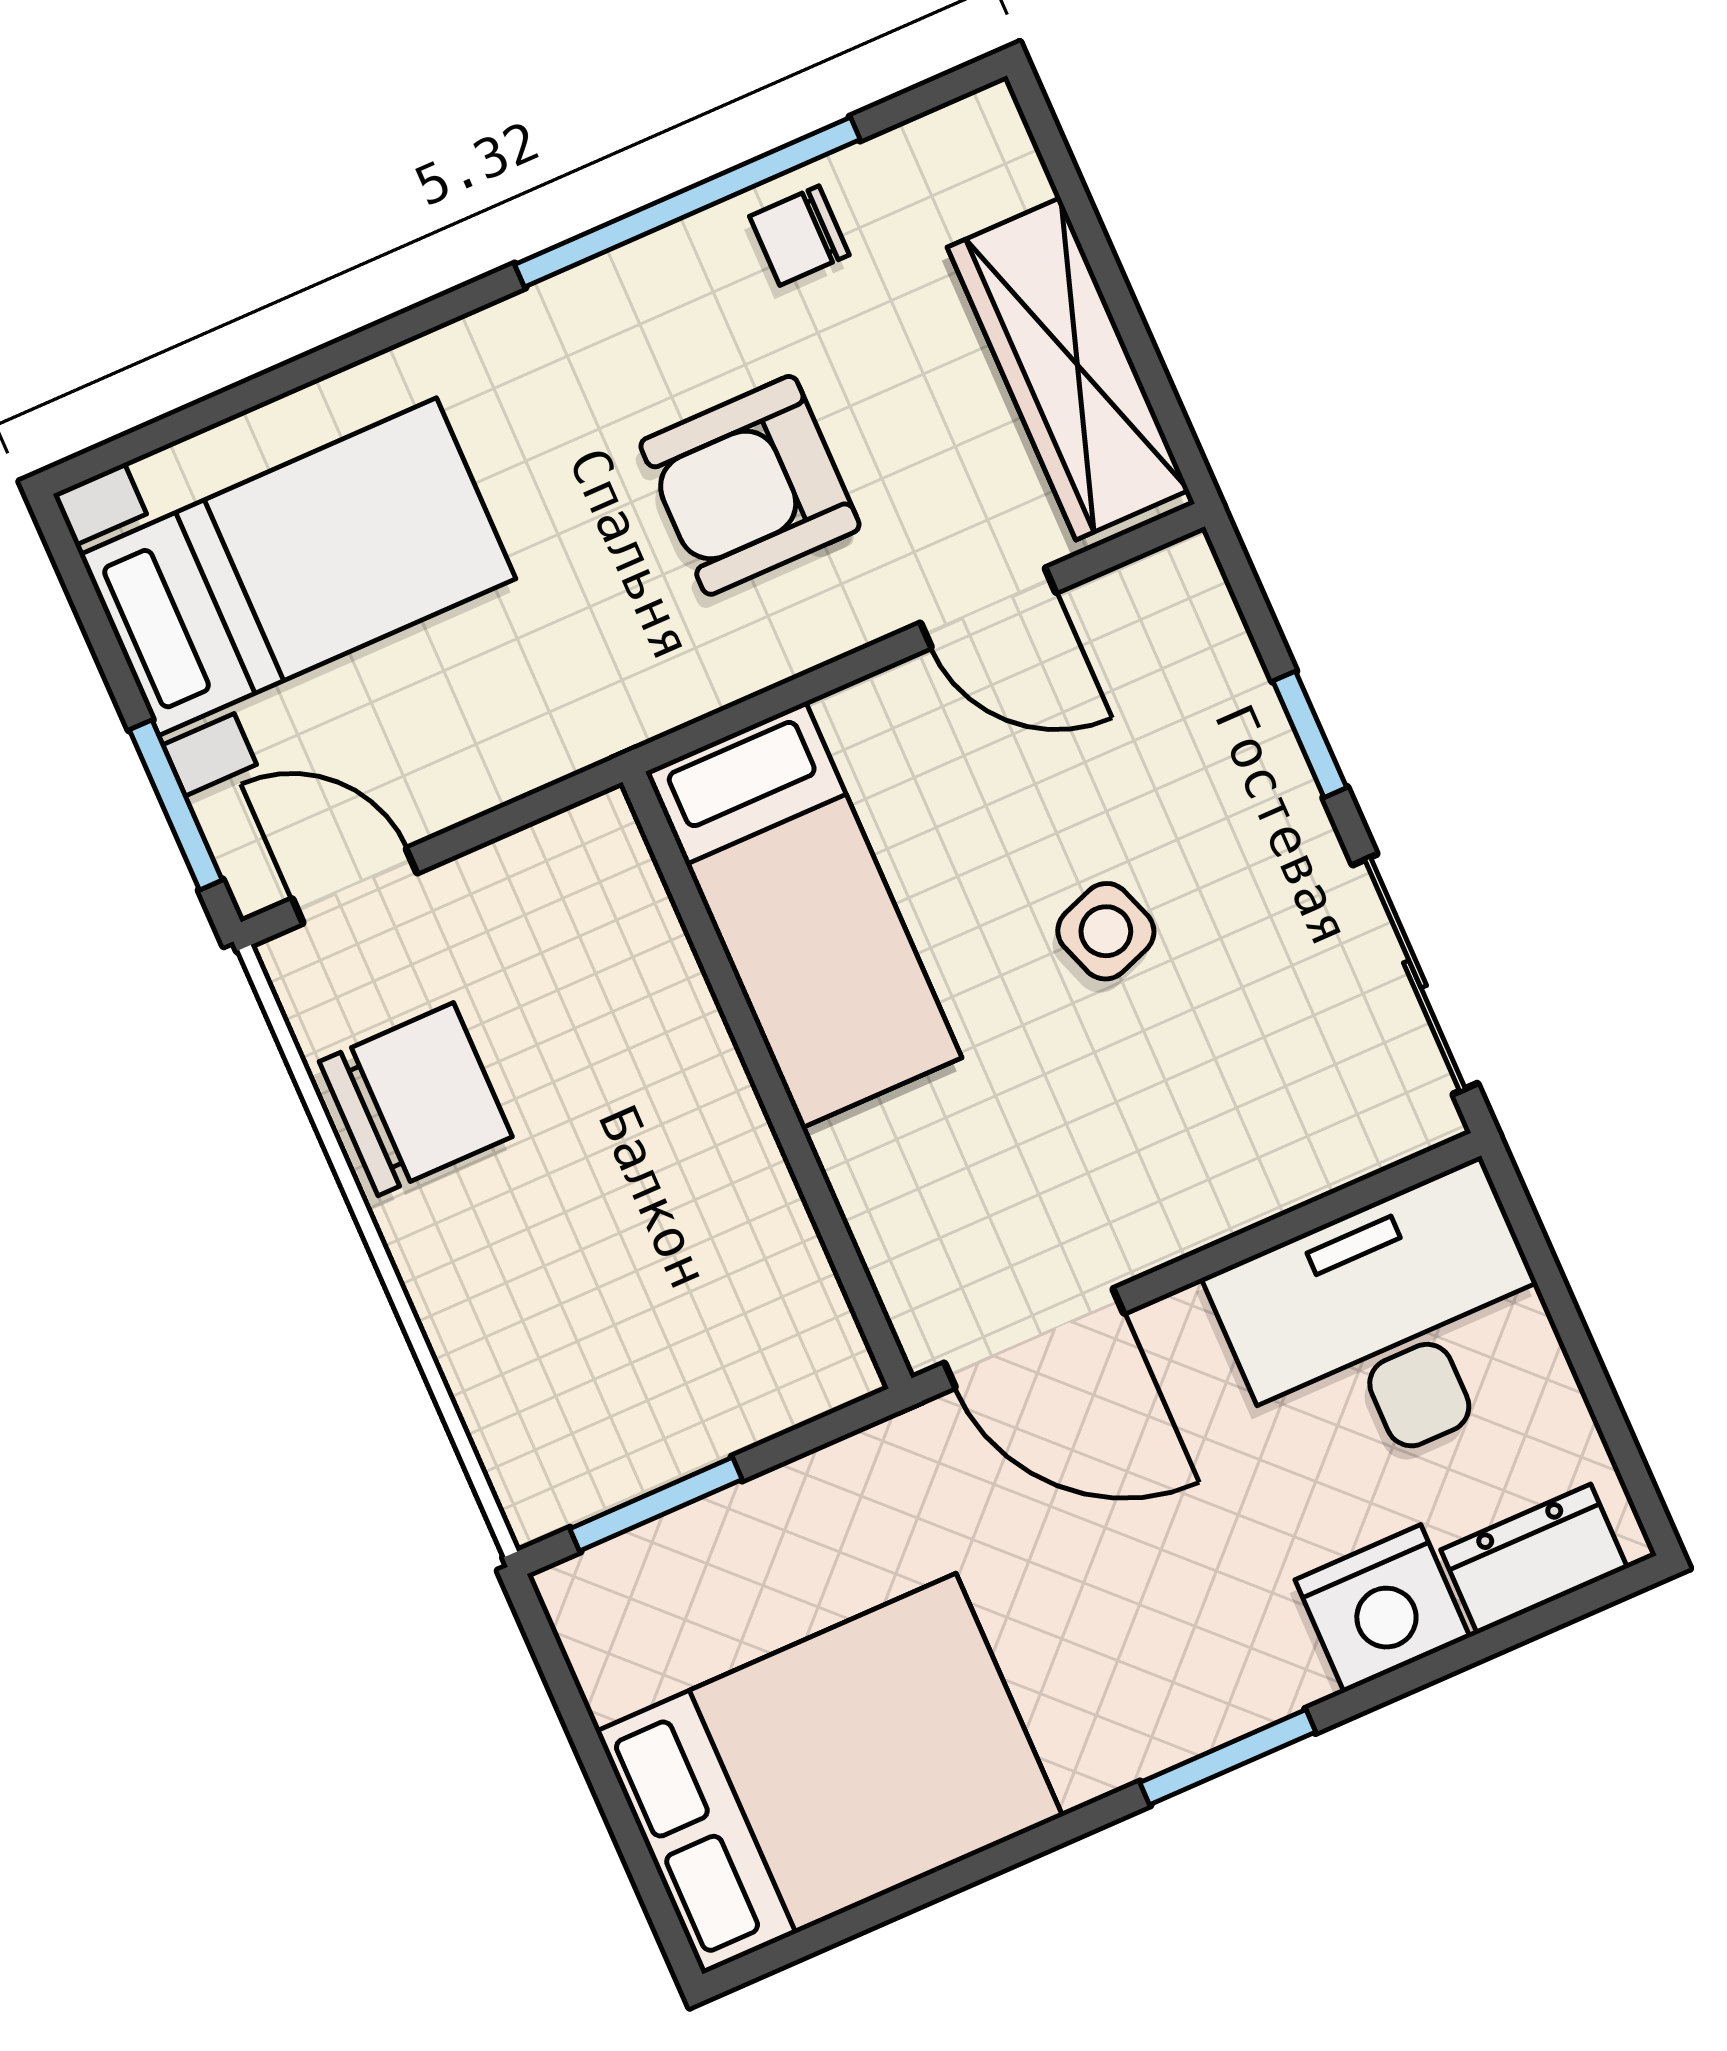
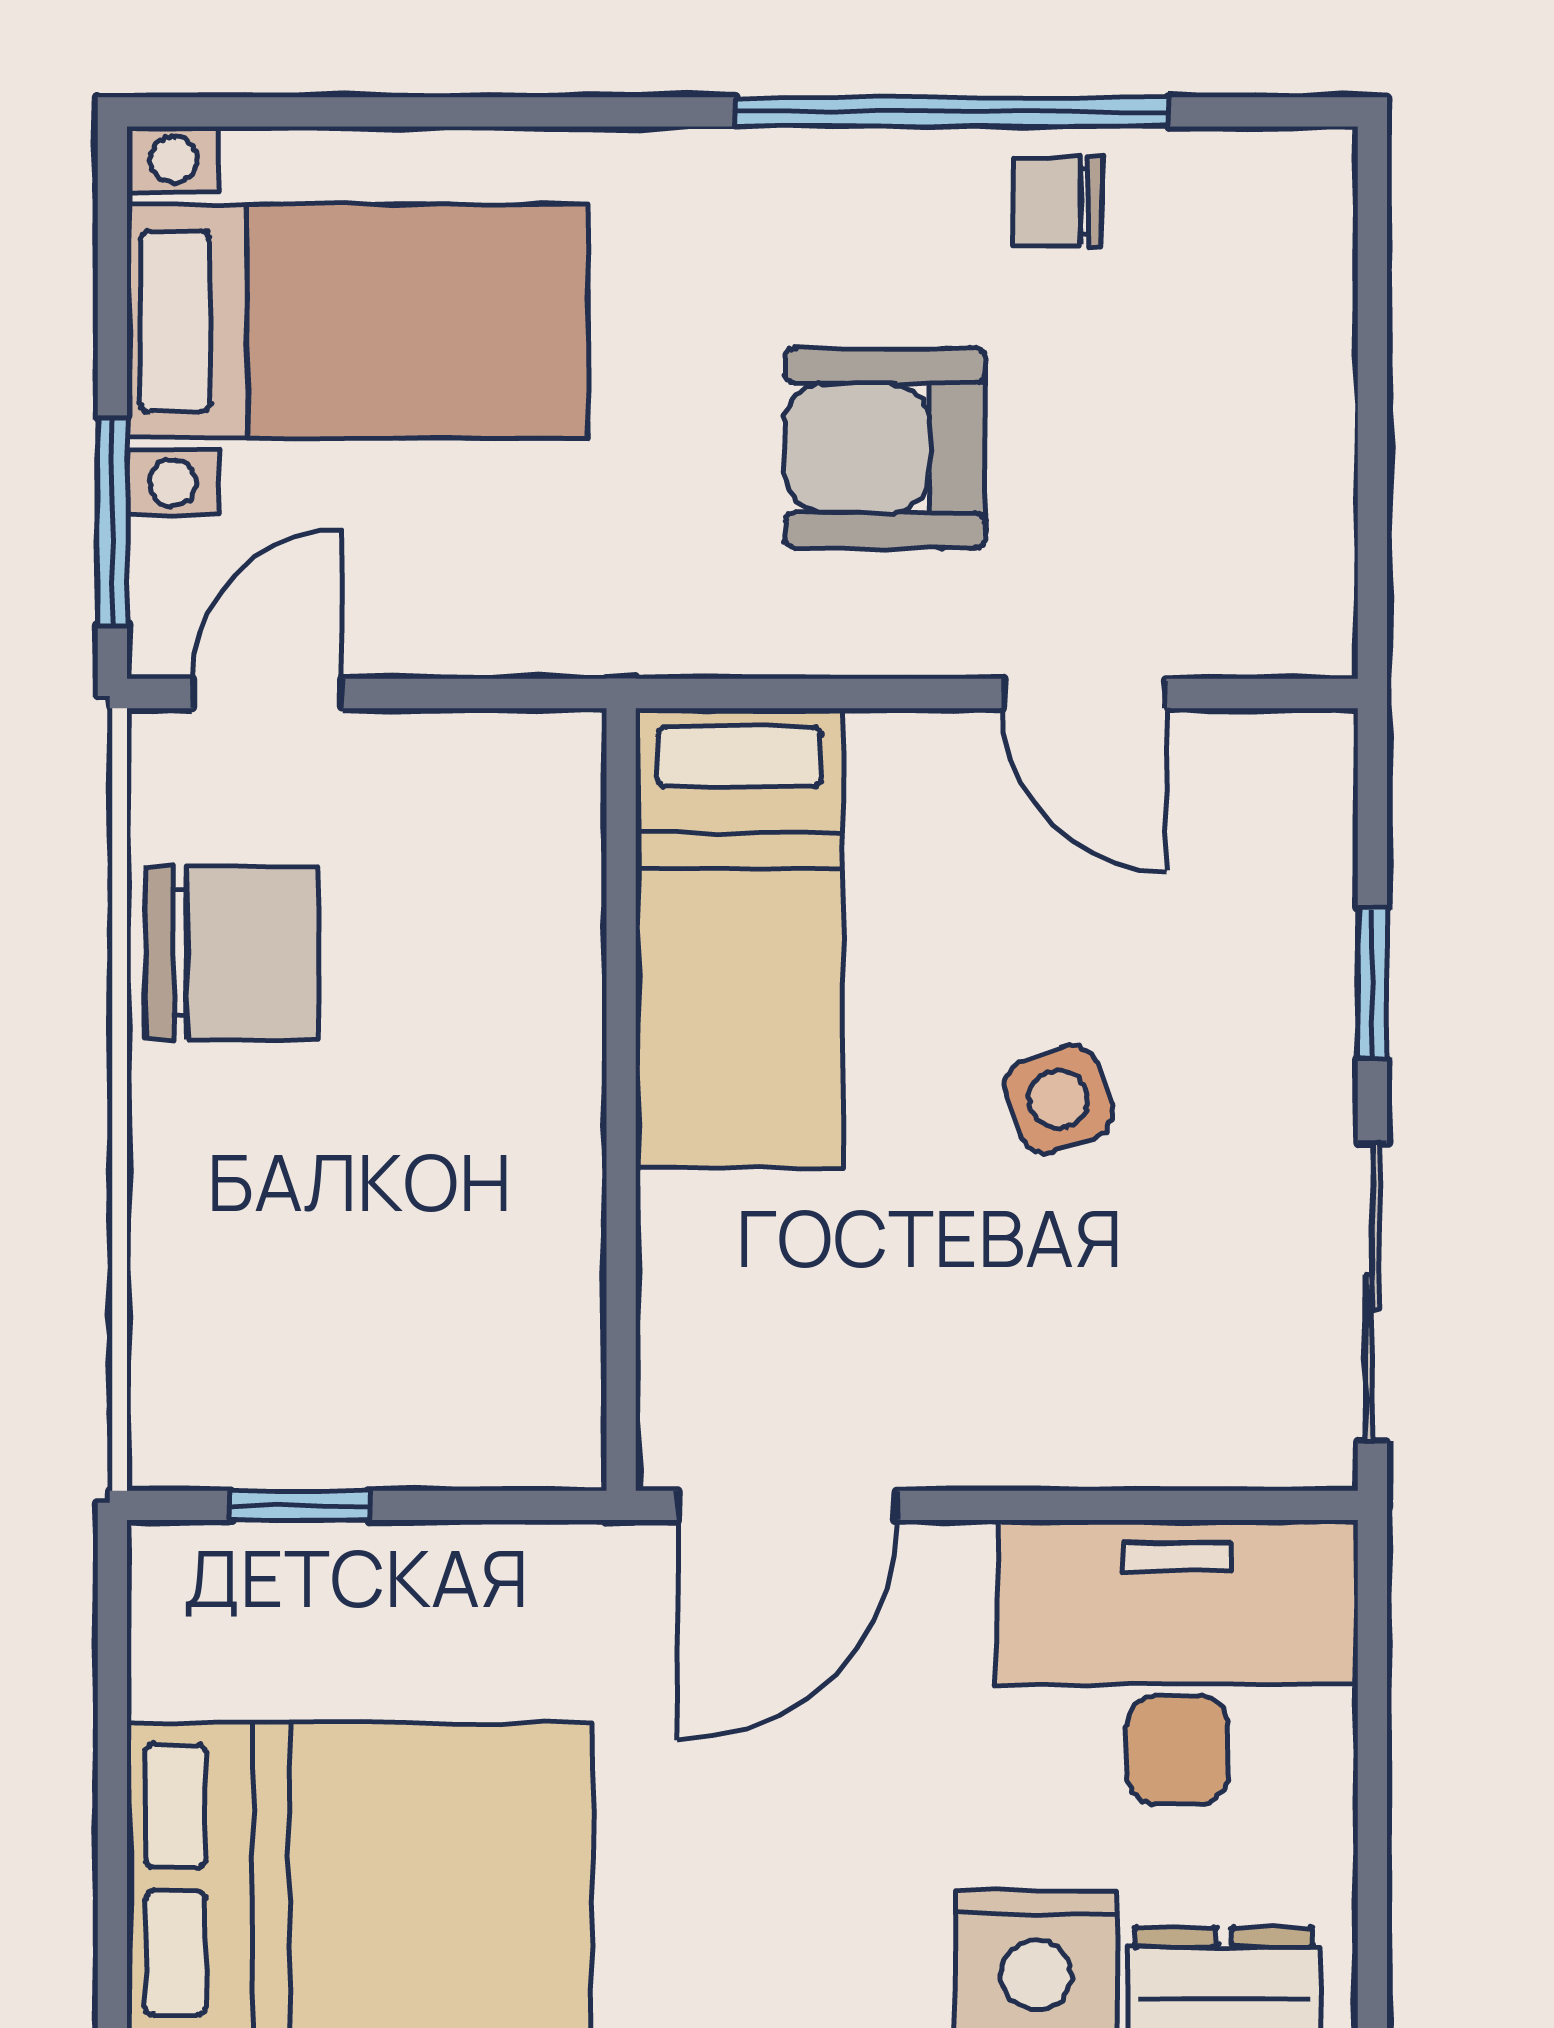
wardrobe: (1068, 369) -> (1285, 473), removed
door: (355, 886) -> (267, 694), hinge flipped
door: (1034, 1338) -> (788, 1505), hinge flipped
window: (656, 1504) -> (300, 1505), width x0.67

